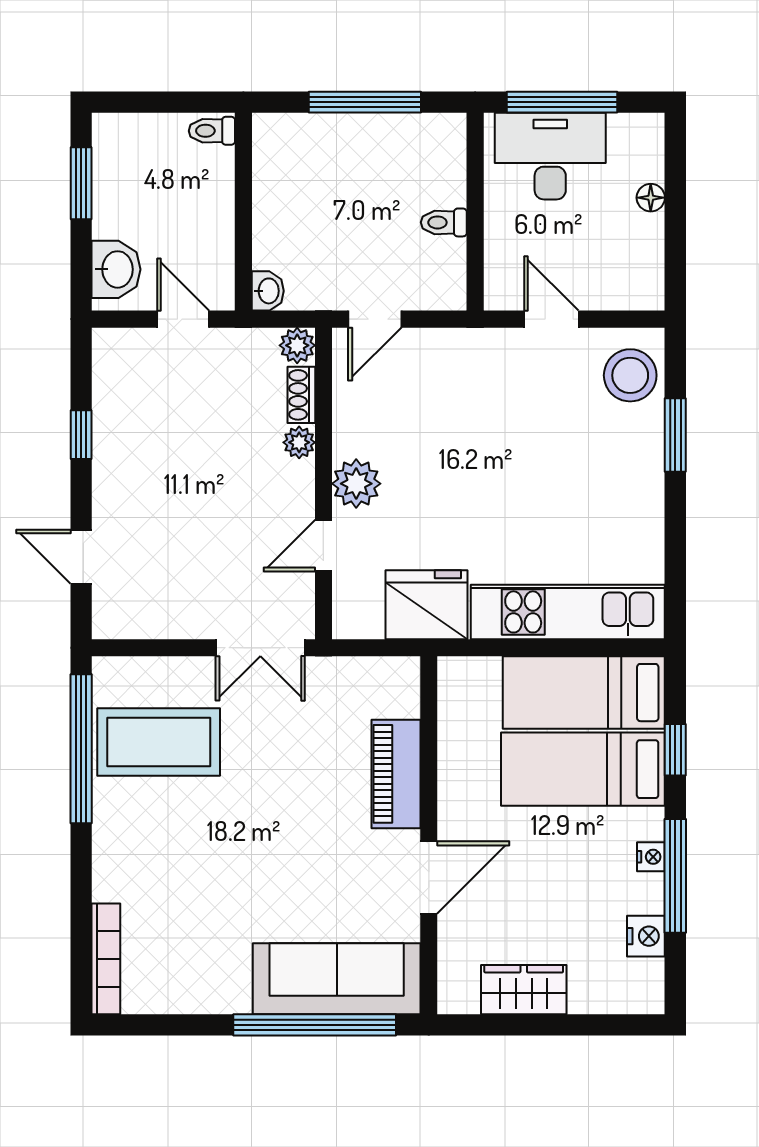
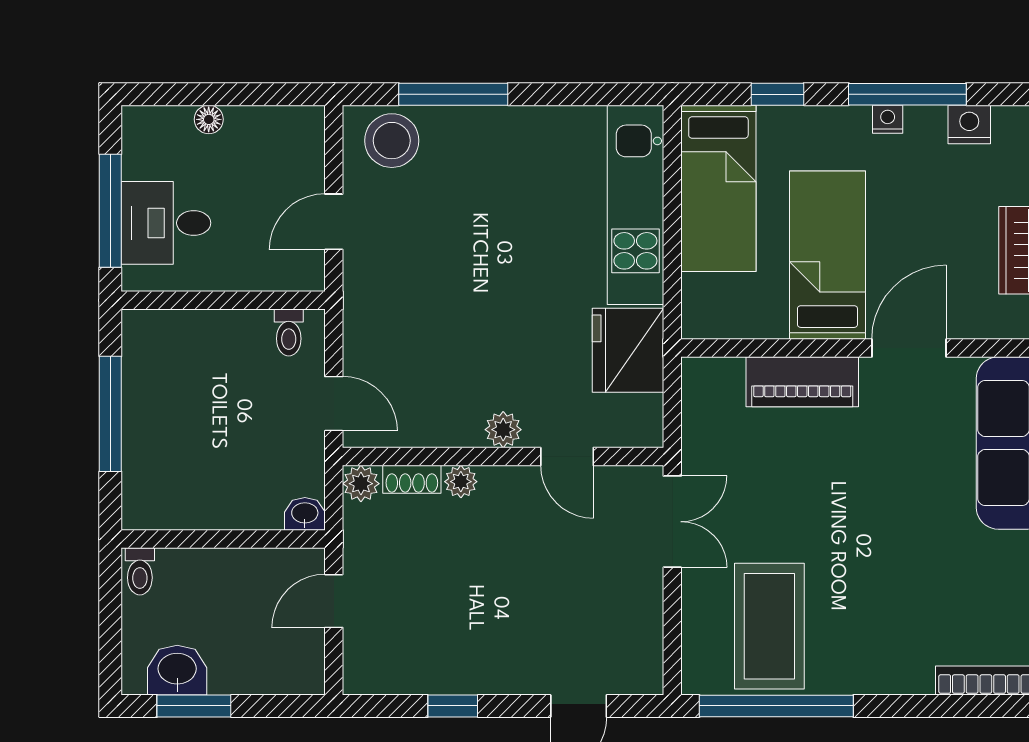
desk: (550, 156) -> (166, 223), width x0.73
toilet: (444, 222) -> (289, 332), moved
washbasin: (116, 269) -> (177, 670), moved
window: (675, 435) -> (453, 94), width x1.44
plant: (356, 484) -> (503, 430), width x0.73, depth x0.73
bed: (583, 769) -> (827, 255), moved, turned 180
door: (429, 878) -> (909, 348), hinge flipped

